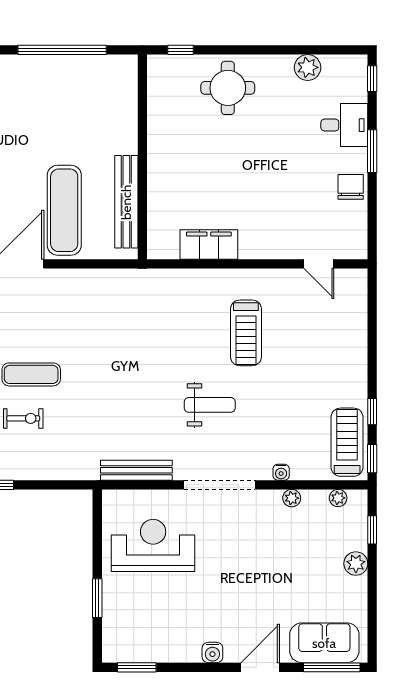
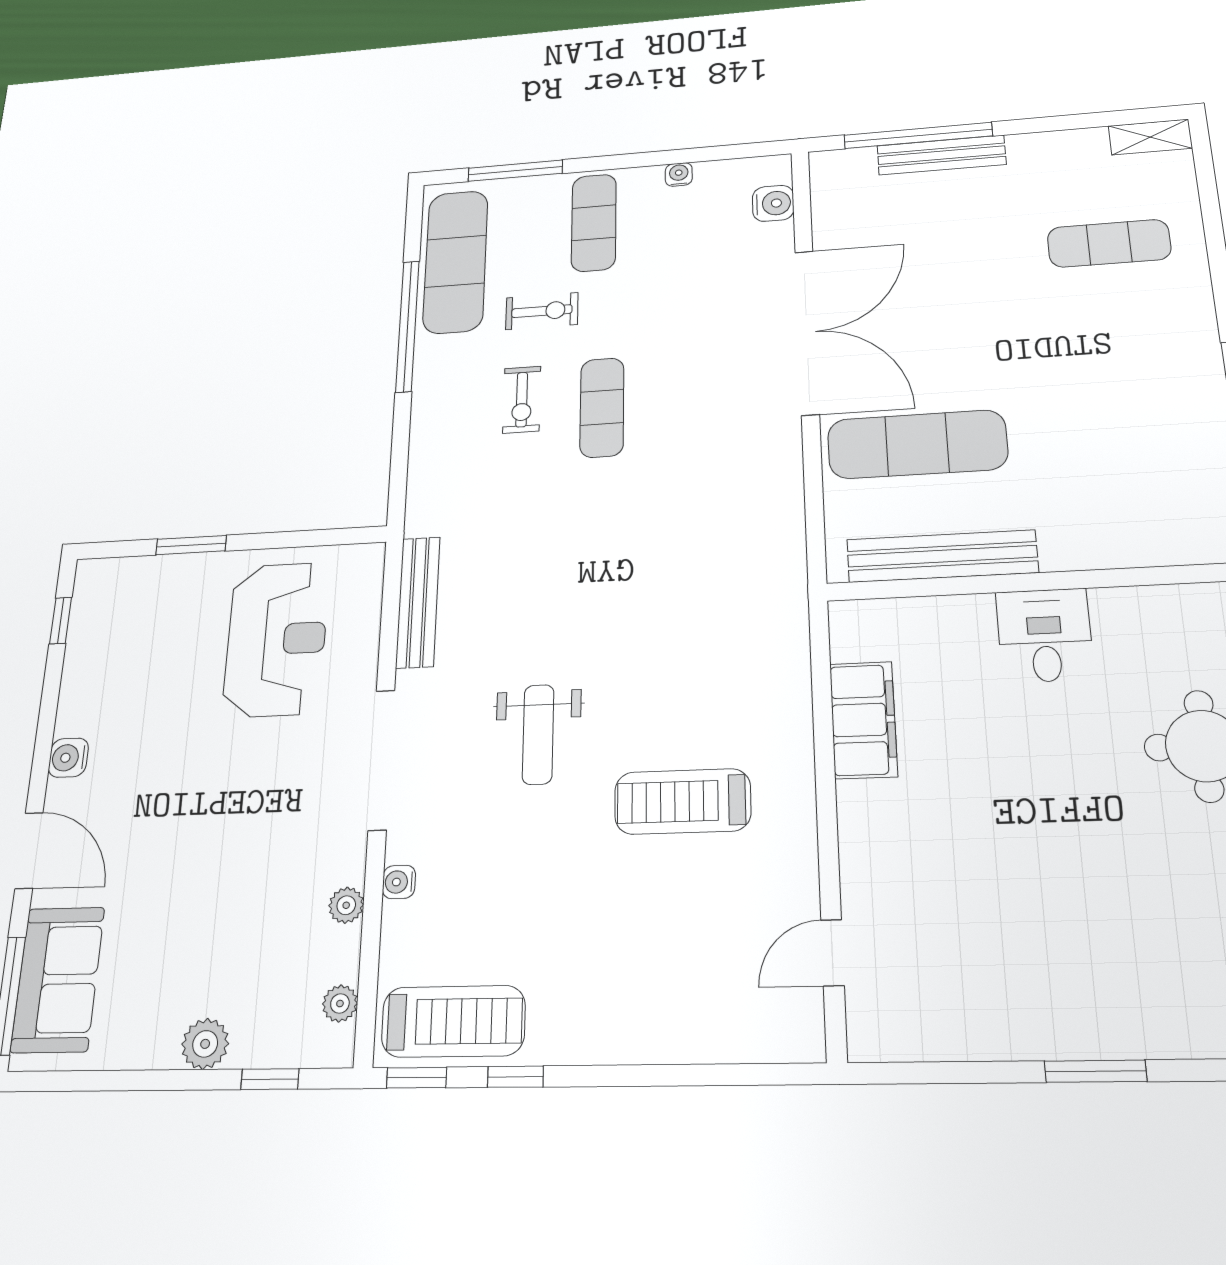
desk: (344, 125) -> (1045, 635), moved, turned 180
chair: (351, 187) -> (1009, 1022), removed
window: (137, 667) -> (61, 621), width x0.67

